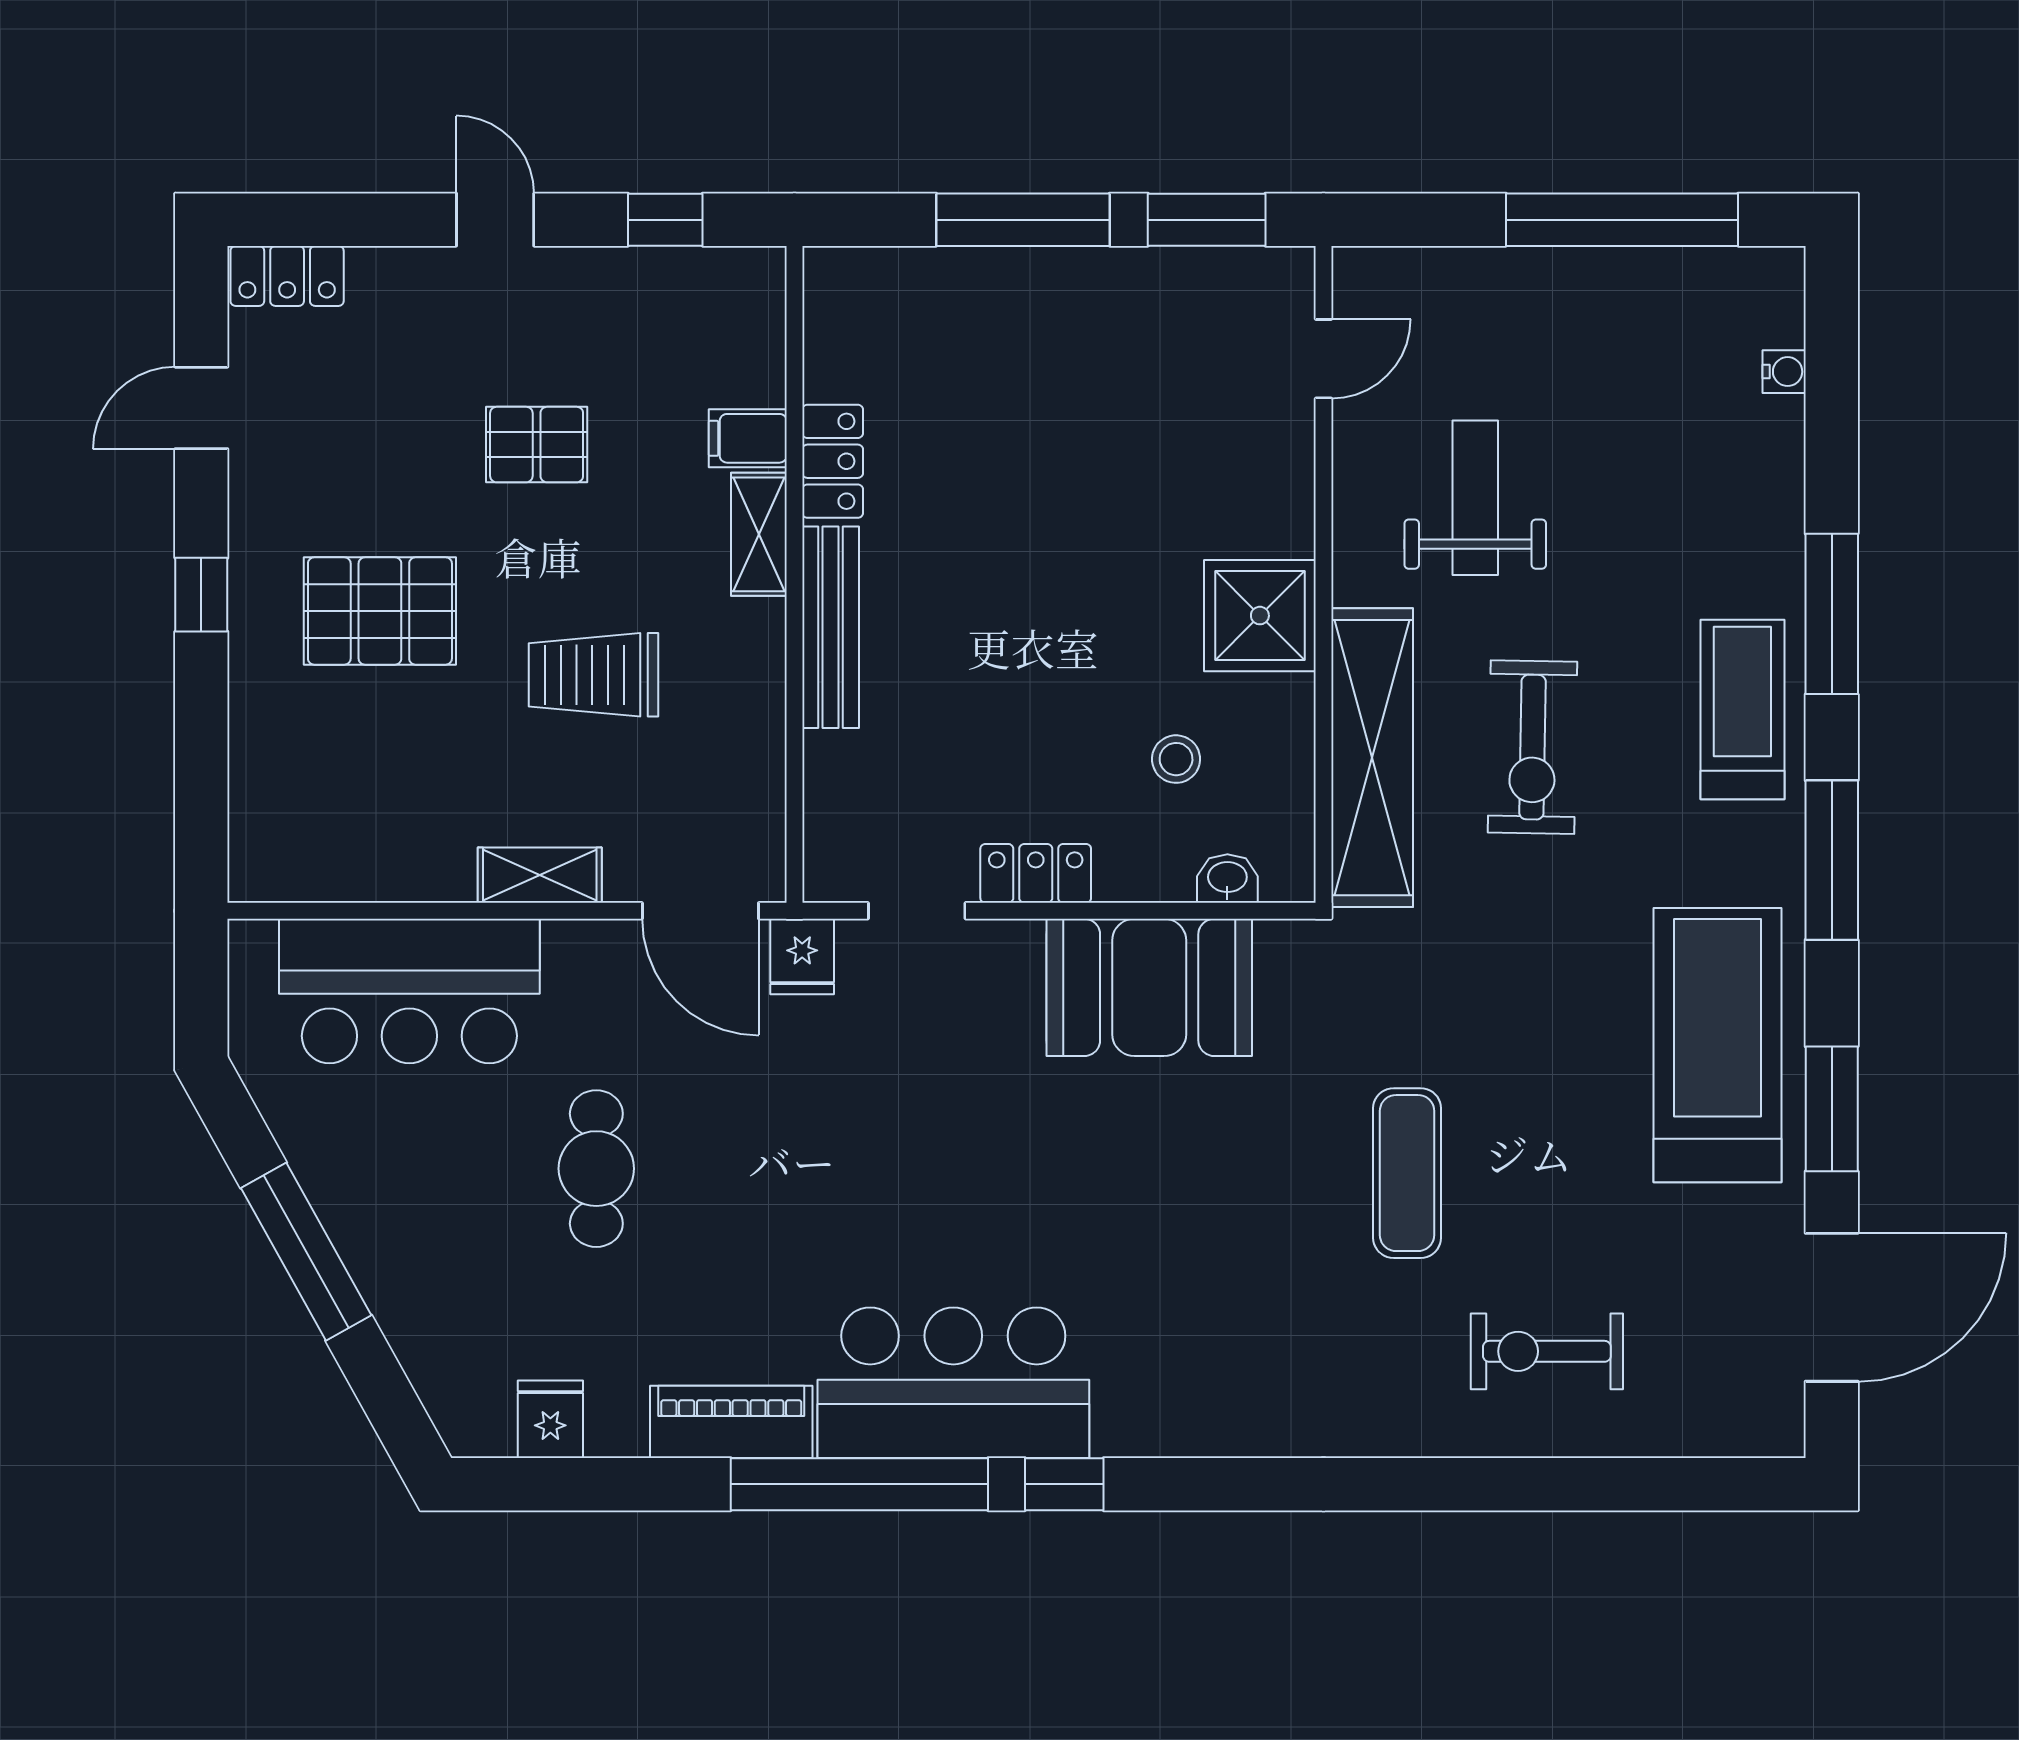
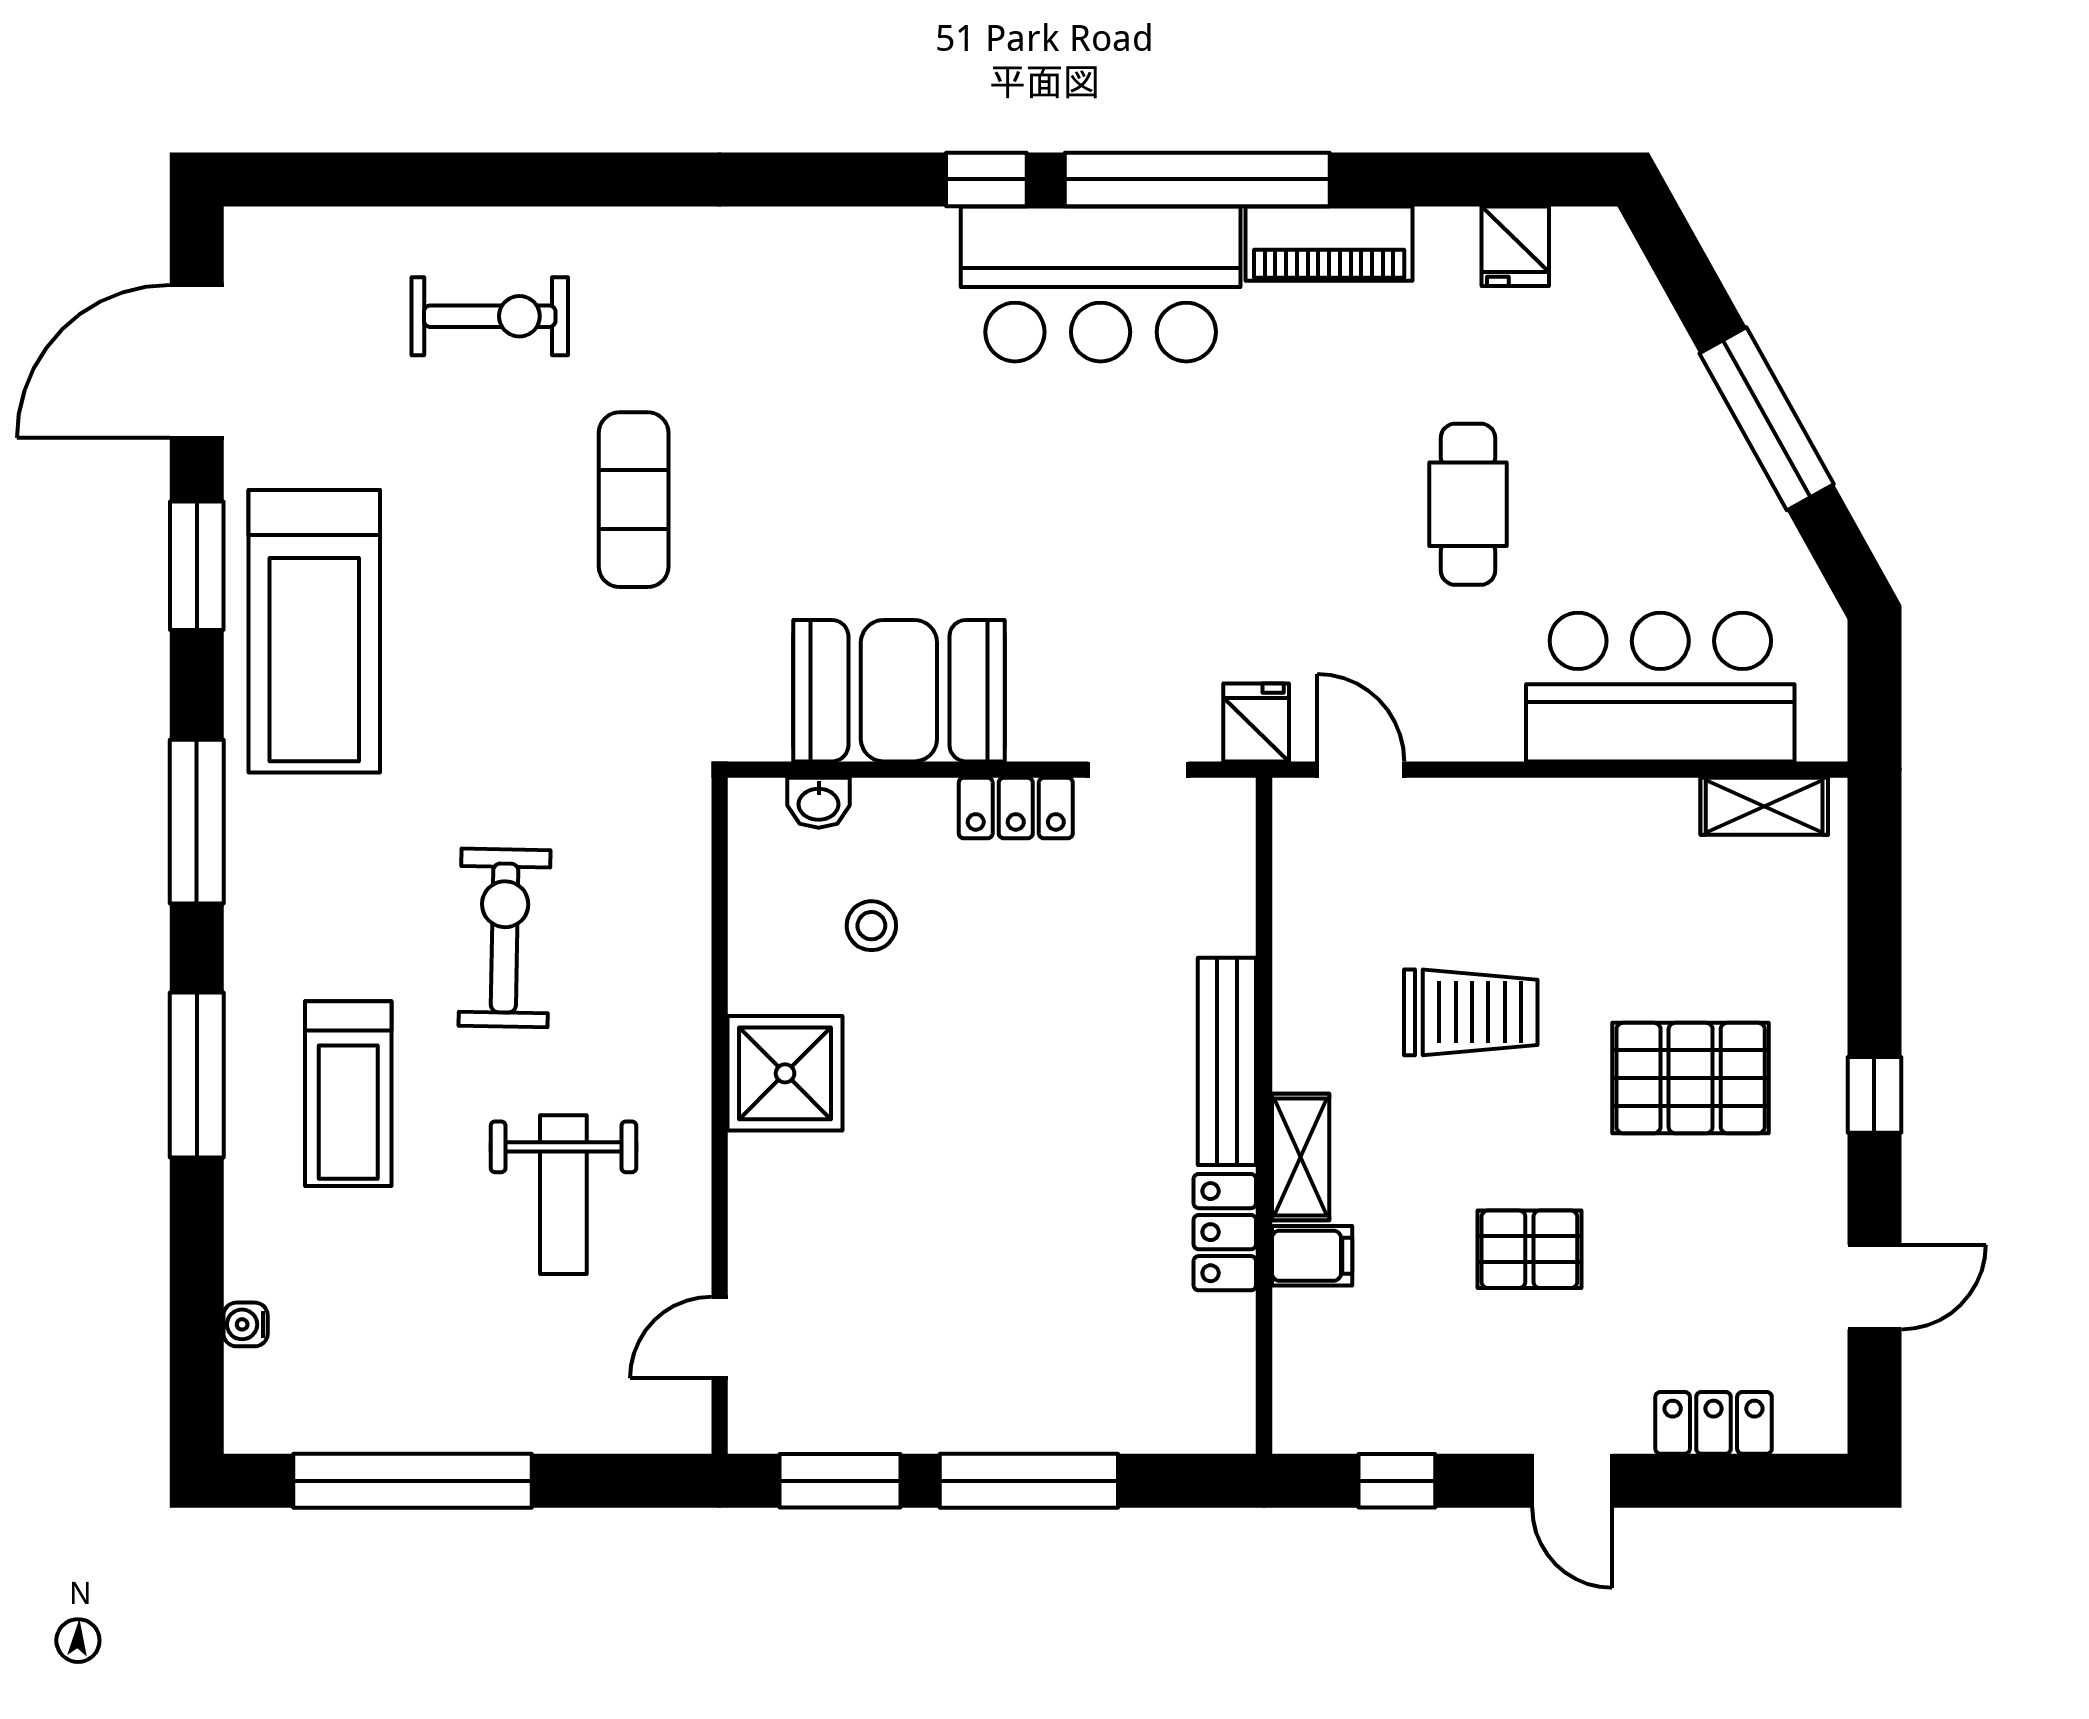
locker: (287, 276) -> (1714, 1423), moved
treadmill: (1742, 709) -> (348, 1094), moved
shelving: (1372, 758) -> (670, 927), removed
shelving: (540, 875) -> (1764, 806), moved
door: (700, 911) -> (1361, 770), width x0.73

